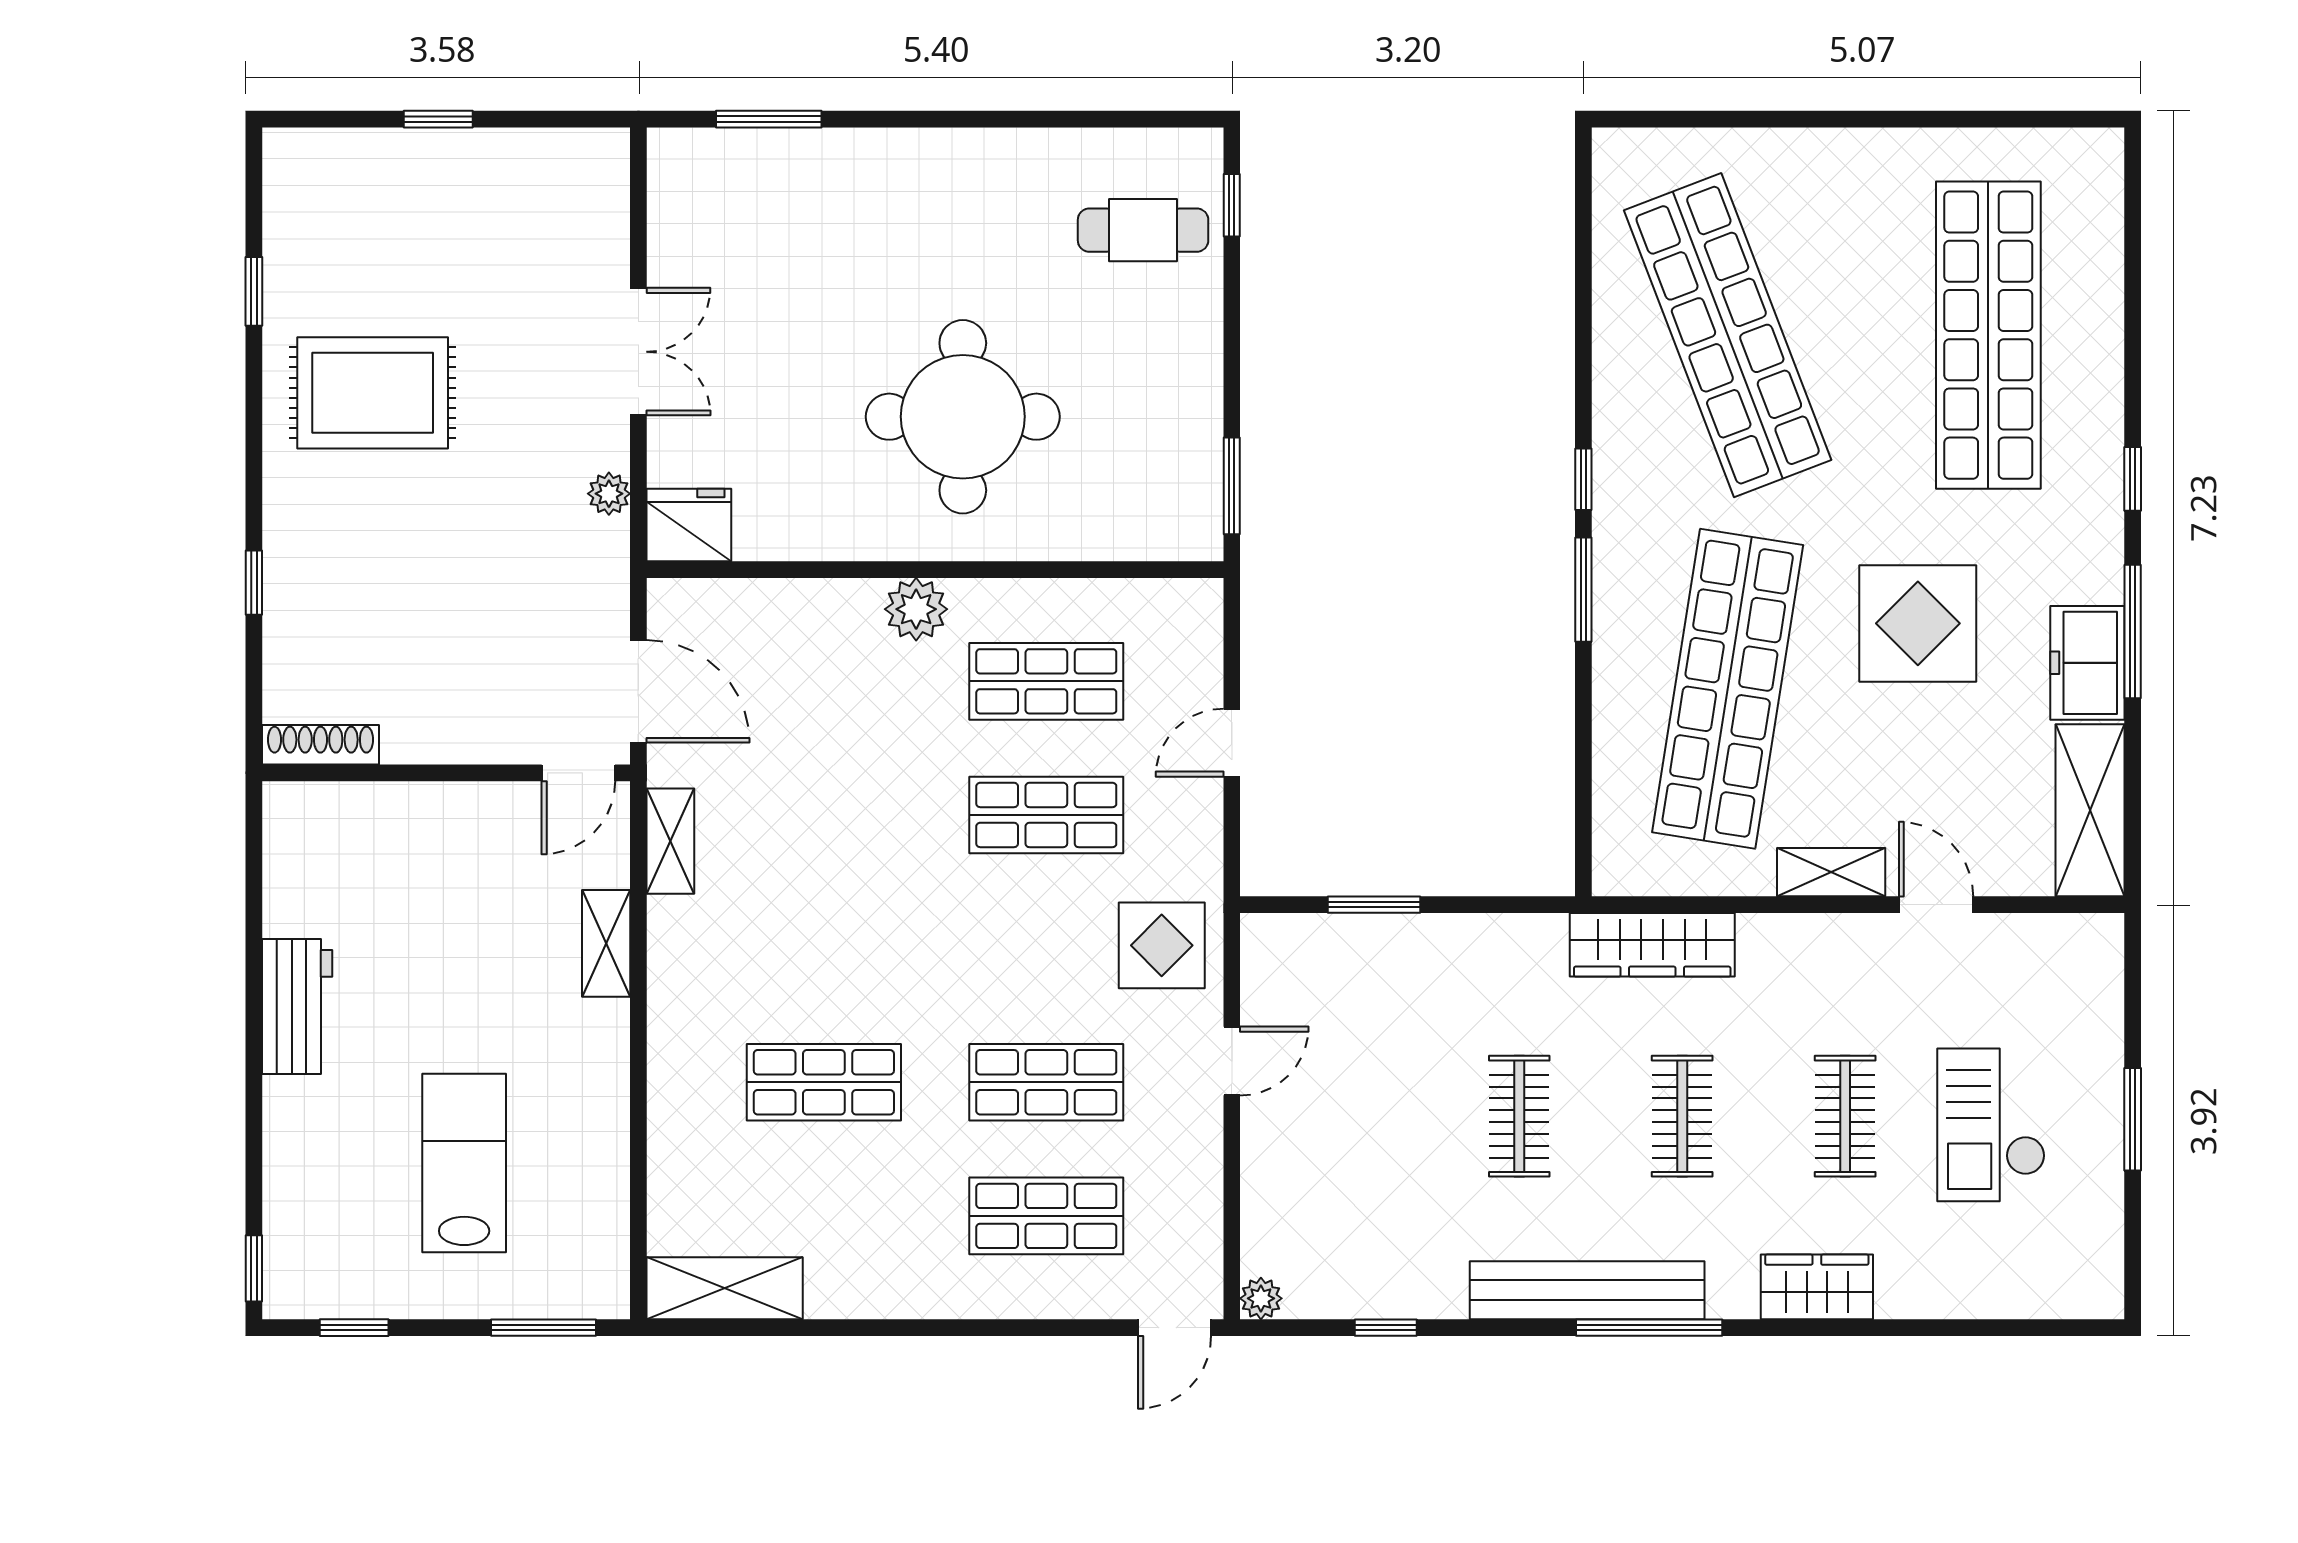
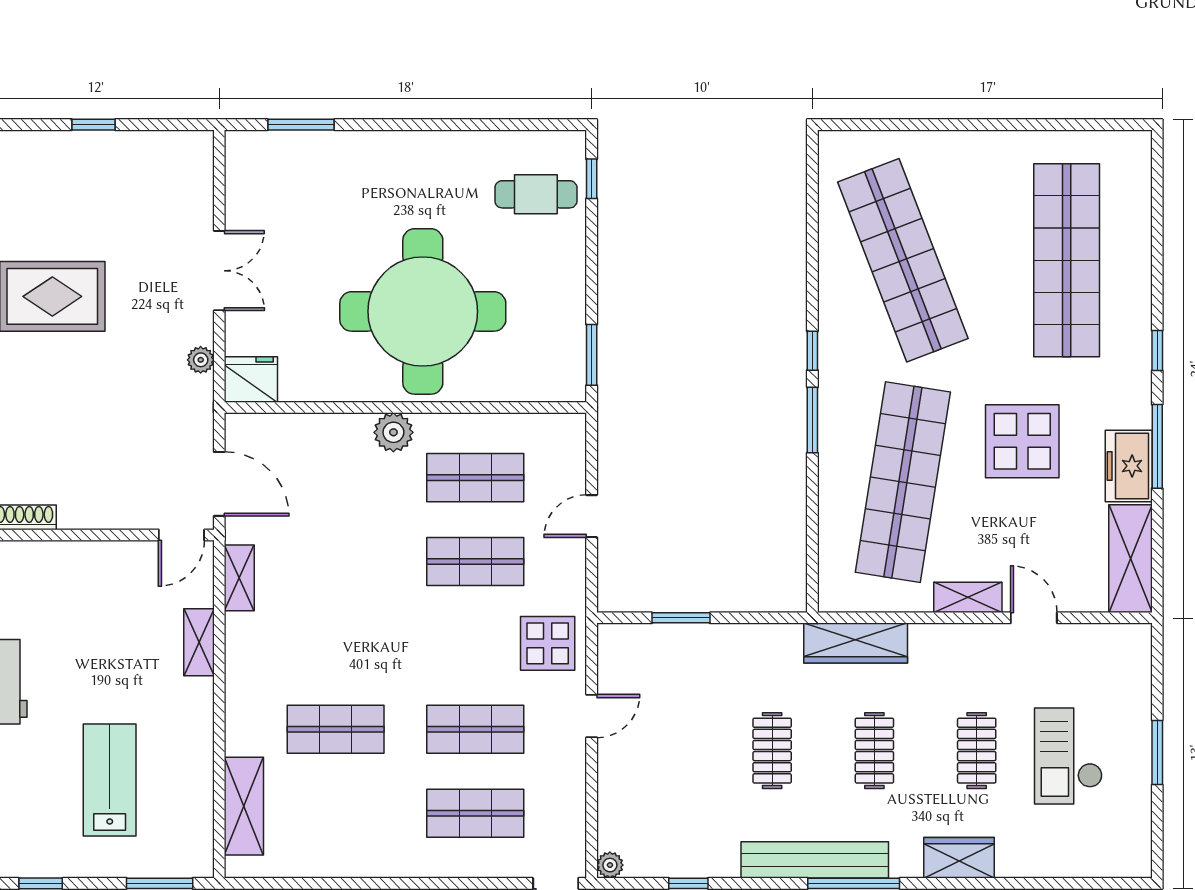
round table: (963, 417) -> (423, 311), width x1.36, depth x1.36
shelving: (725, 1288) -> (244, 806), moved, turned 90

